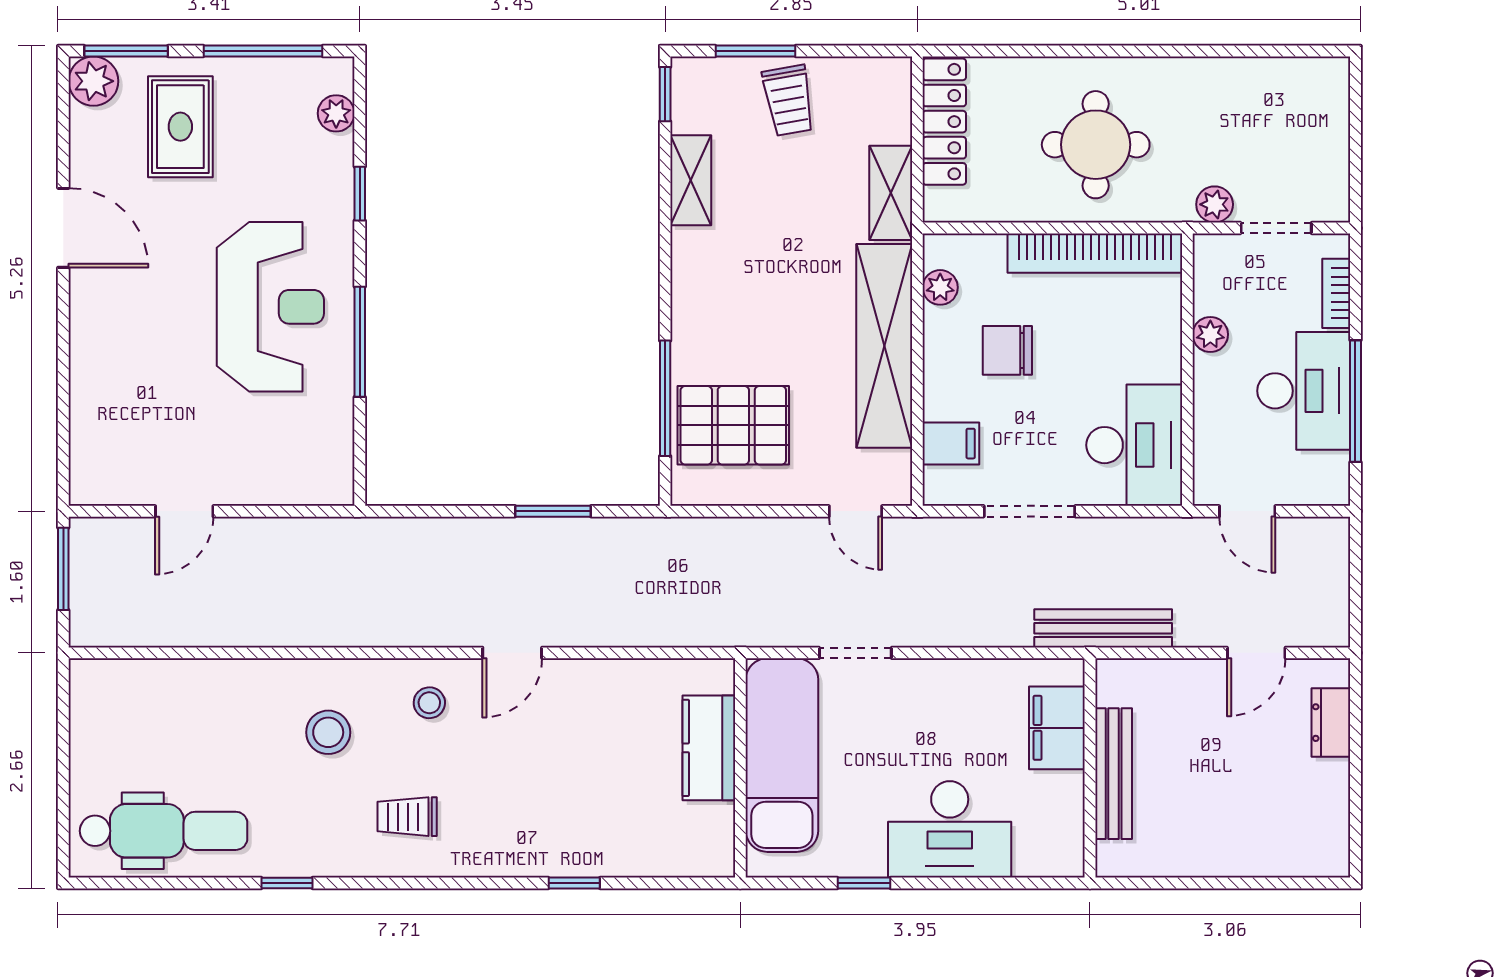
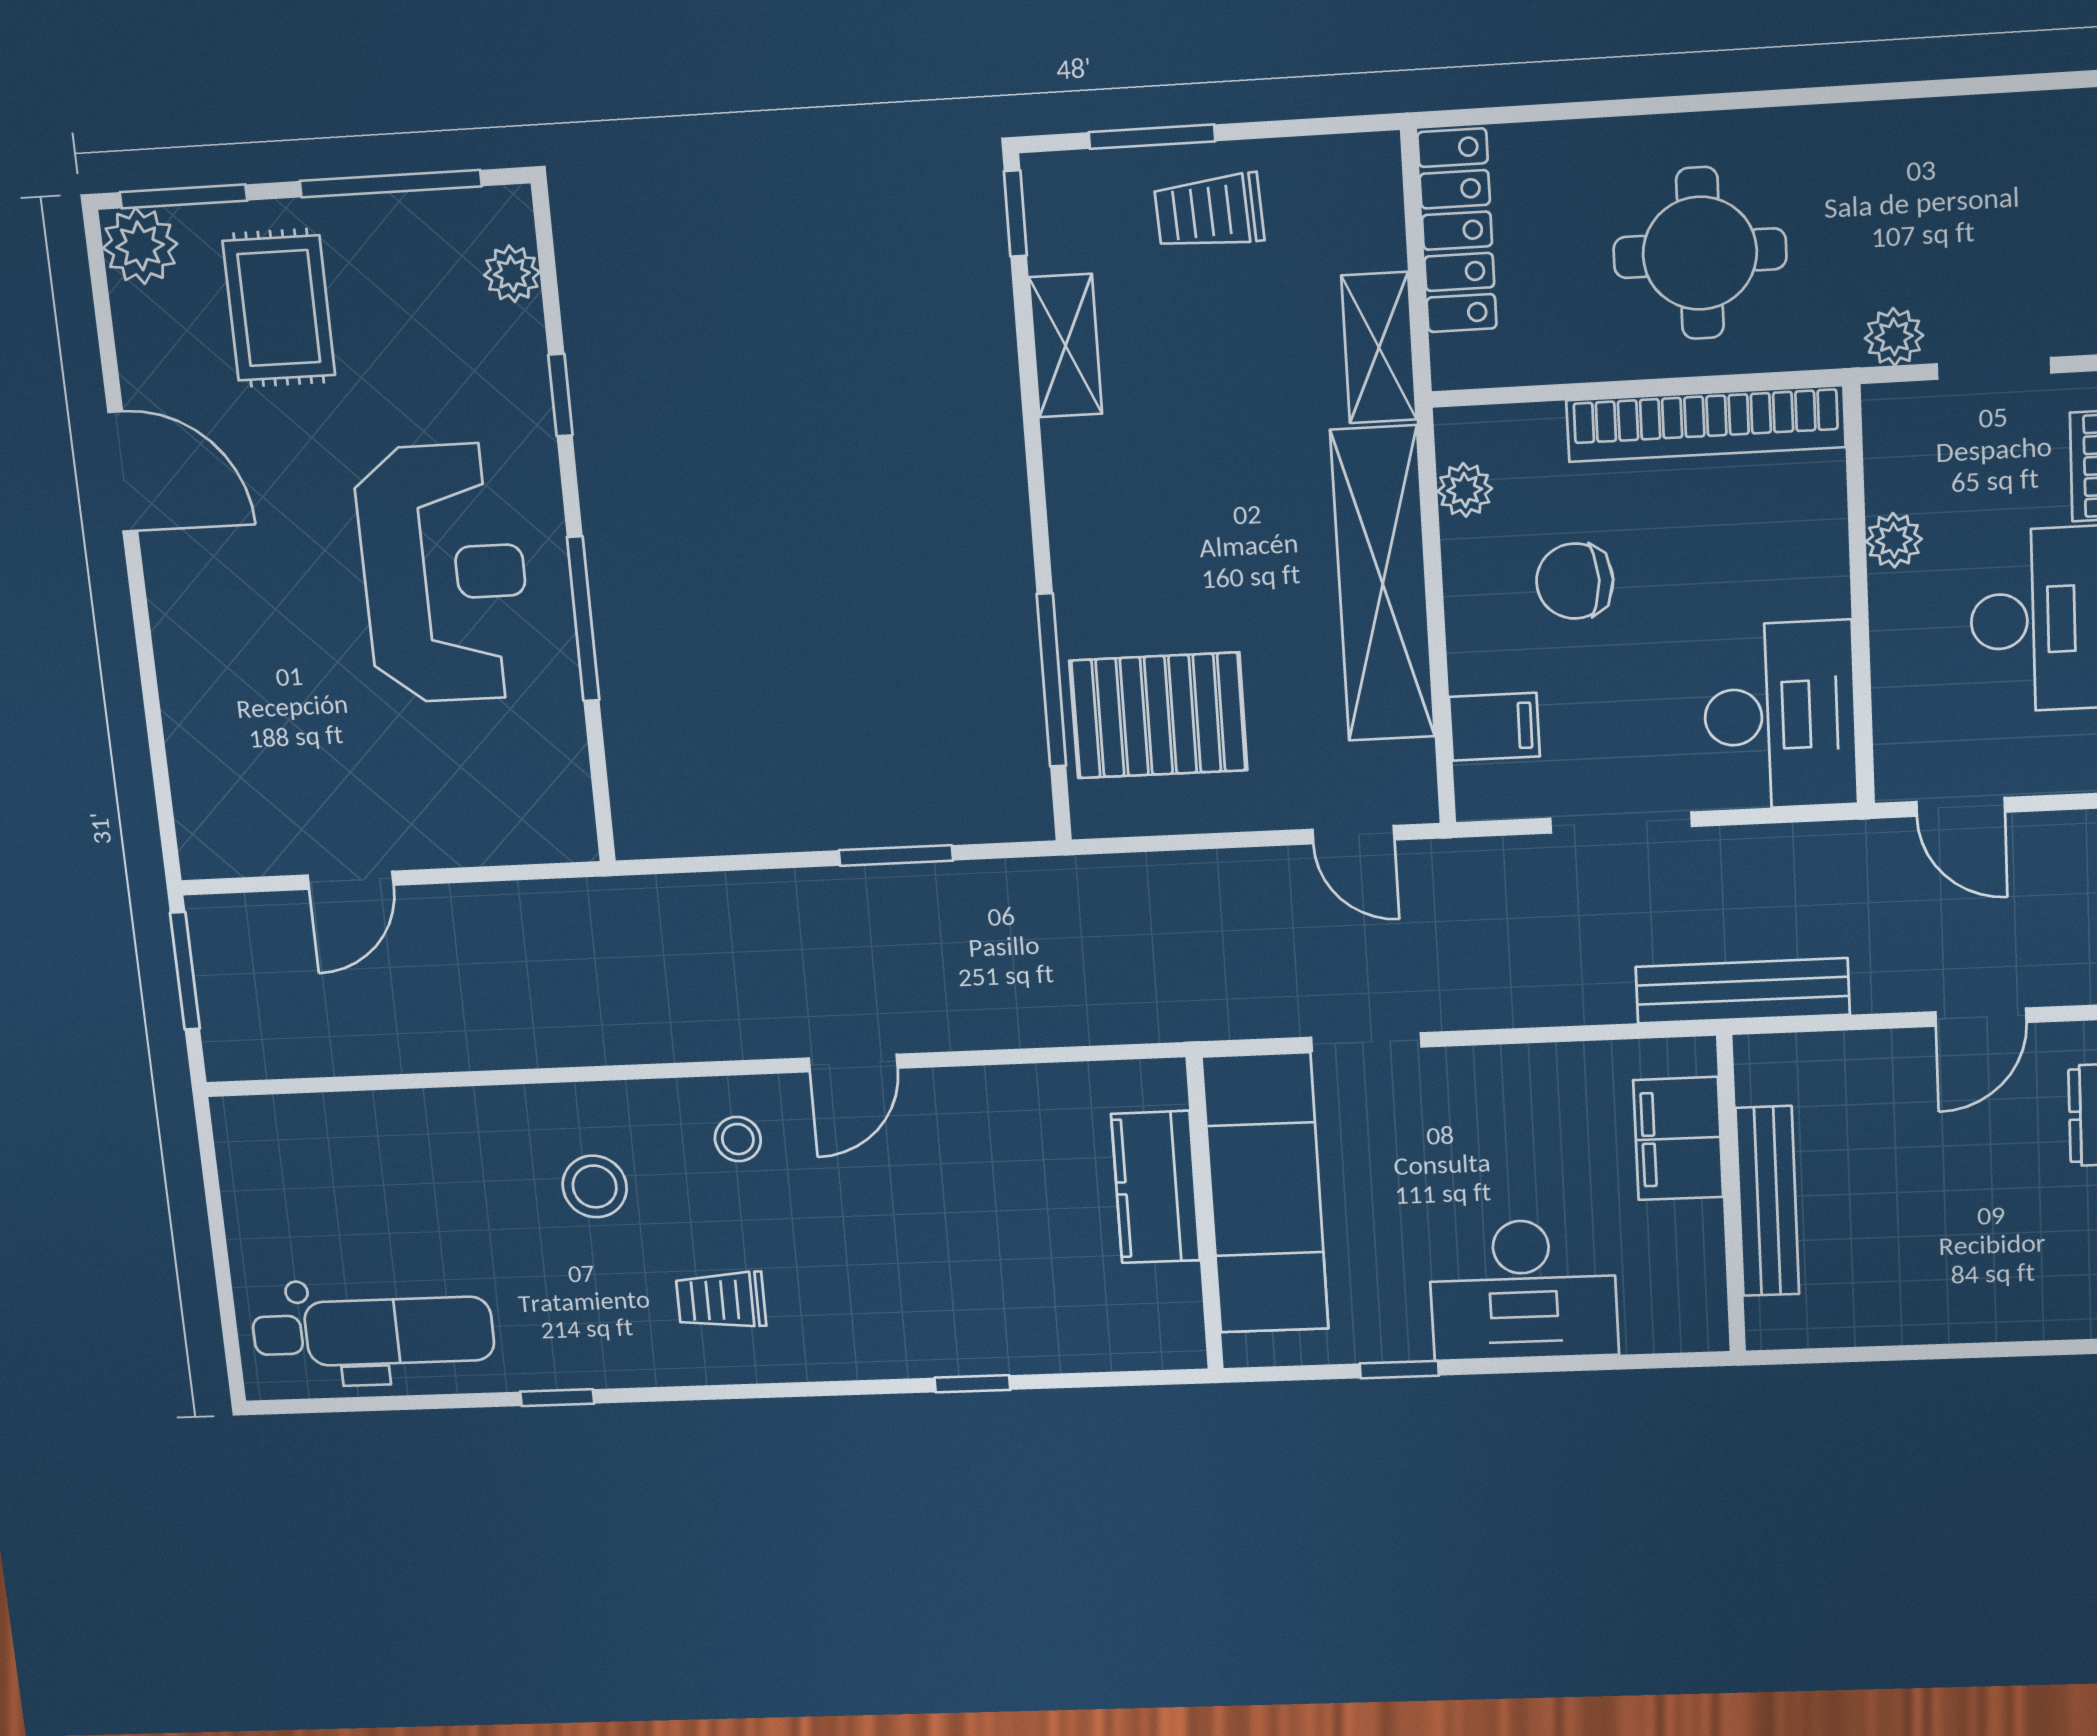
trolley: (789, 100) -> (1209, 212), turned 97

